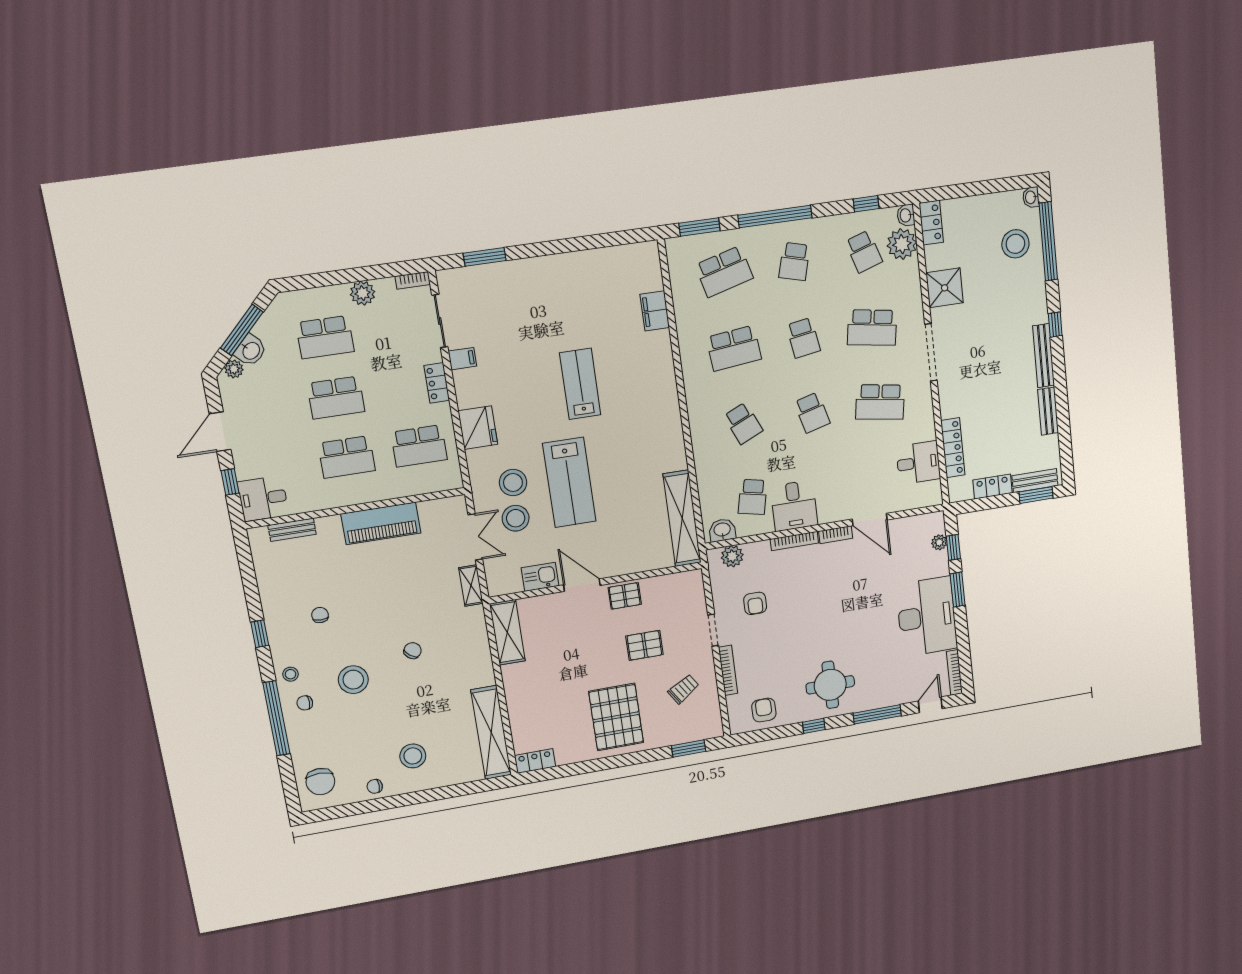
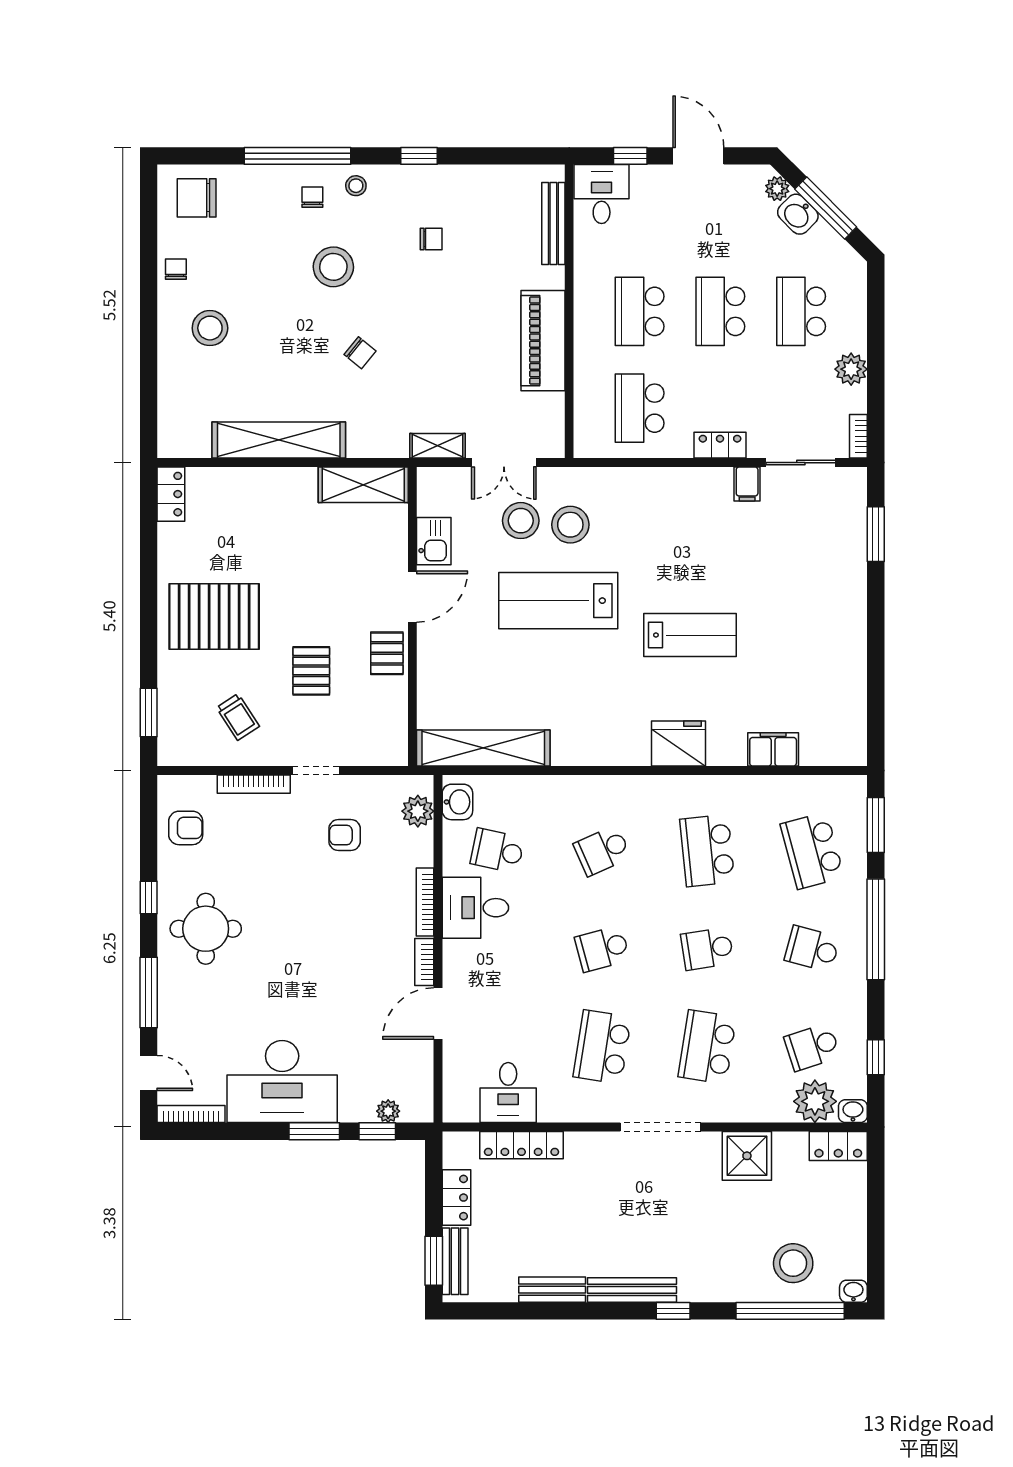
fridge: (478, 428) -> (679, 744), moved, turned 180
bench: (292, 530) -> (553, 224), width x1.36
shelving: (491, 732) -> (279, 440), moved

